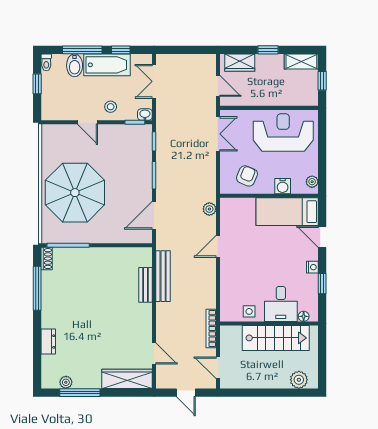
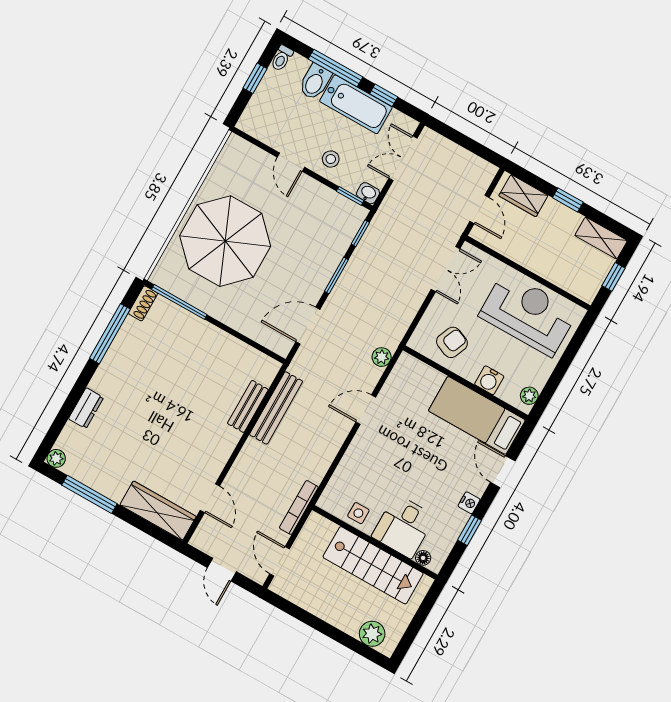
plant: (66, 382) -> (56, 458), moved

